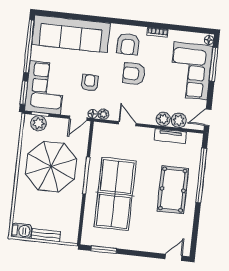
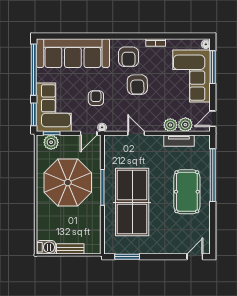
armchair: (134, 74) -> (137, 85), turned -91
plant: (103, 114) -> (112, 127), removed

